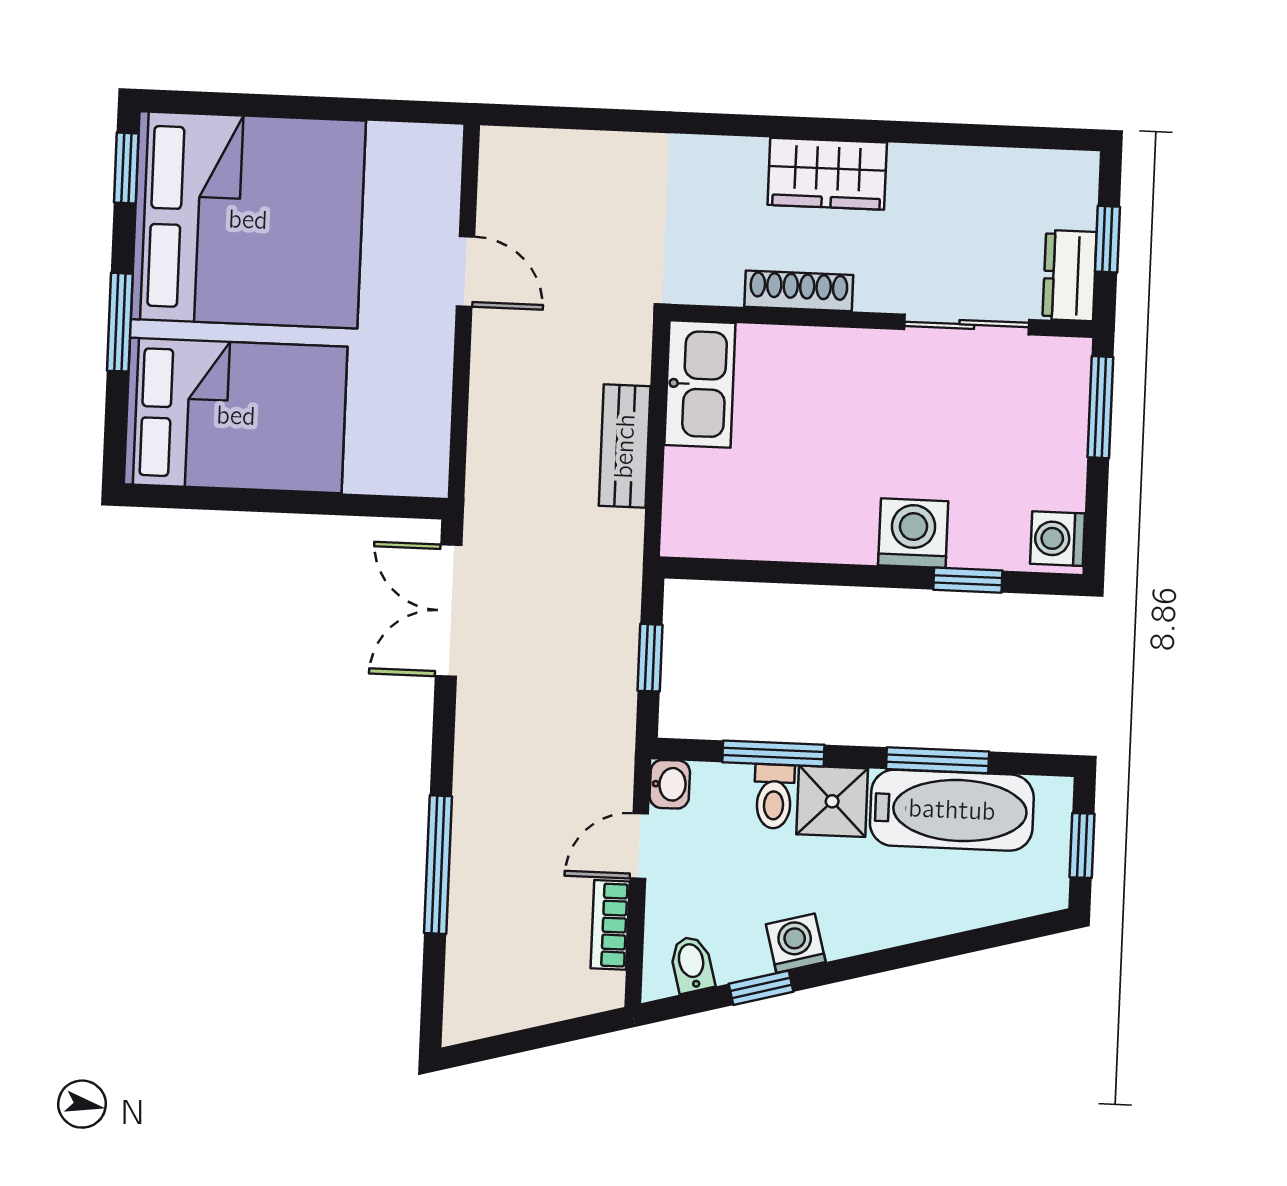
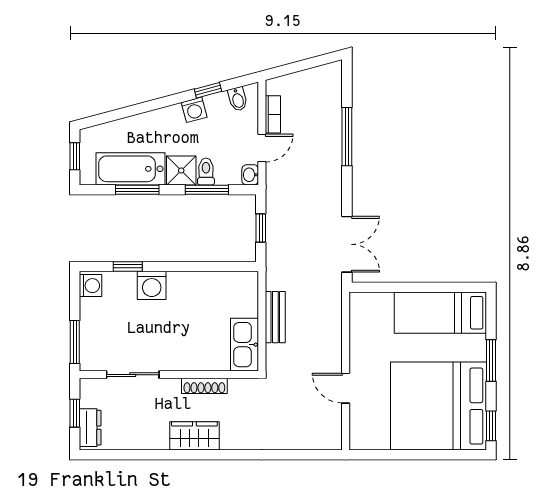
dresser: (1070, 276) -> (90, 428), moved
bed: (236, 416) -> (440, 313), width x0.67

